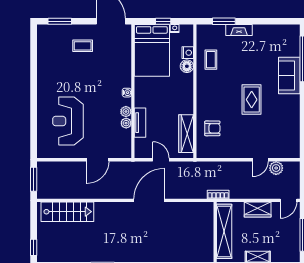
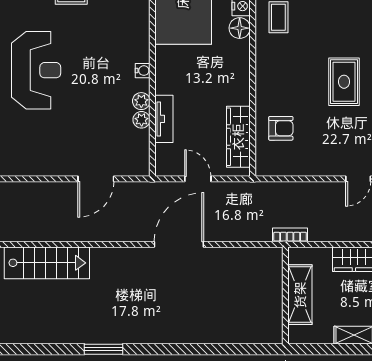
reception desk: (68, 121) -> (36, 70), moved, turned 180
shelving: (224, 231) -> (300, 295), width x0.68

